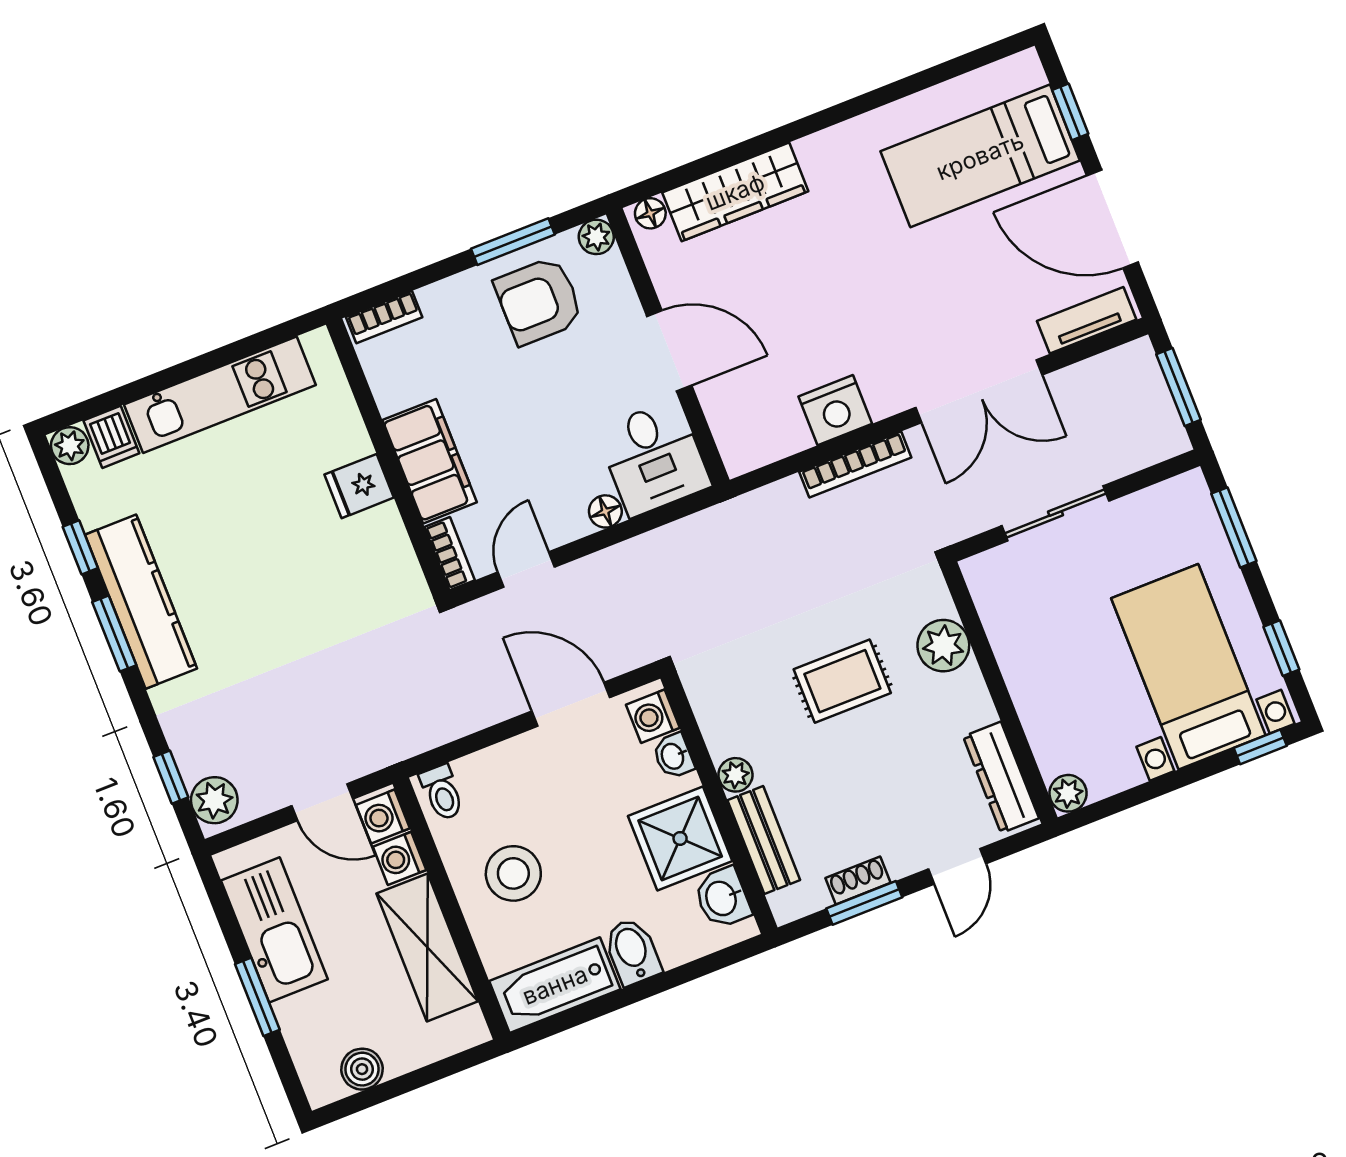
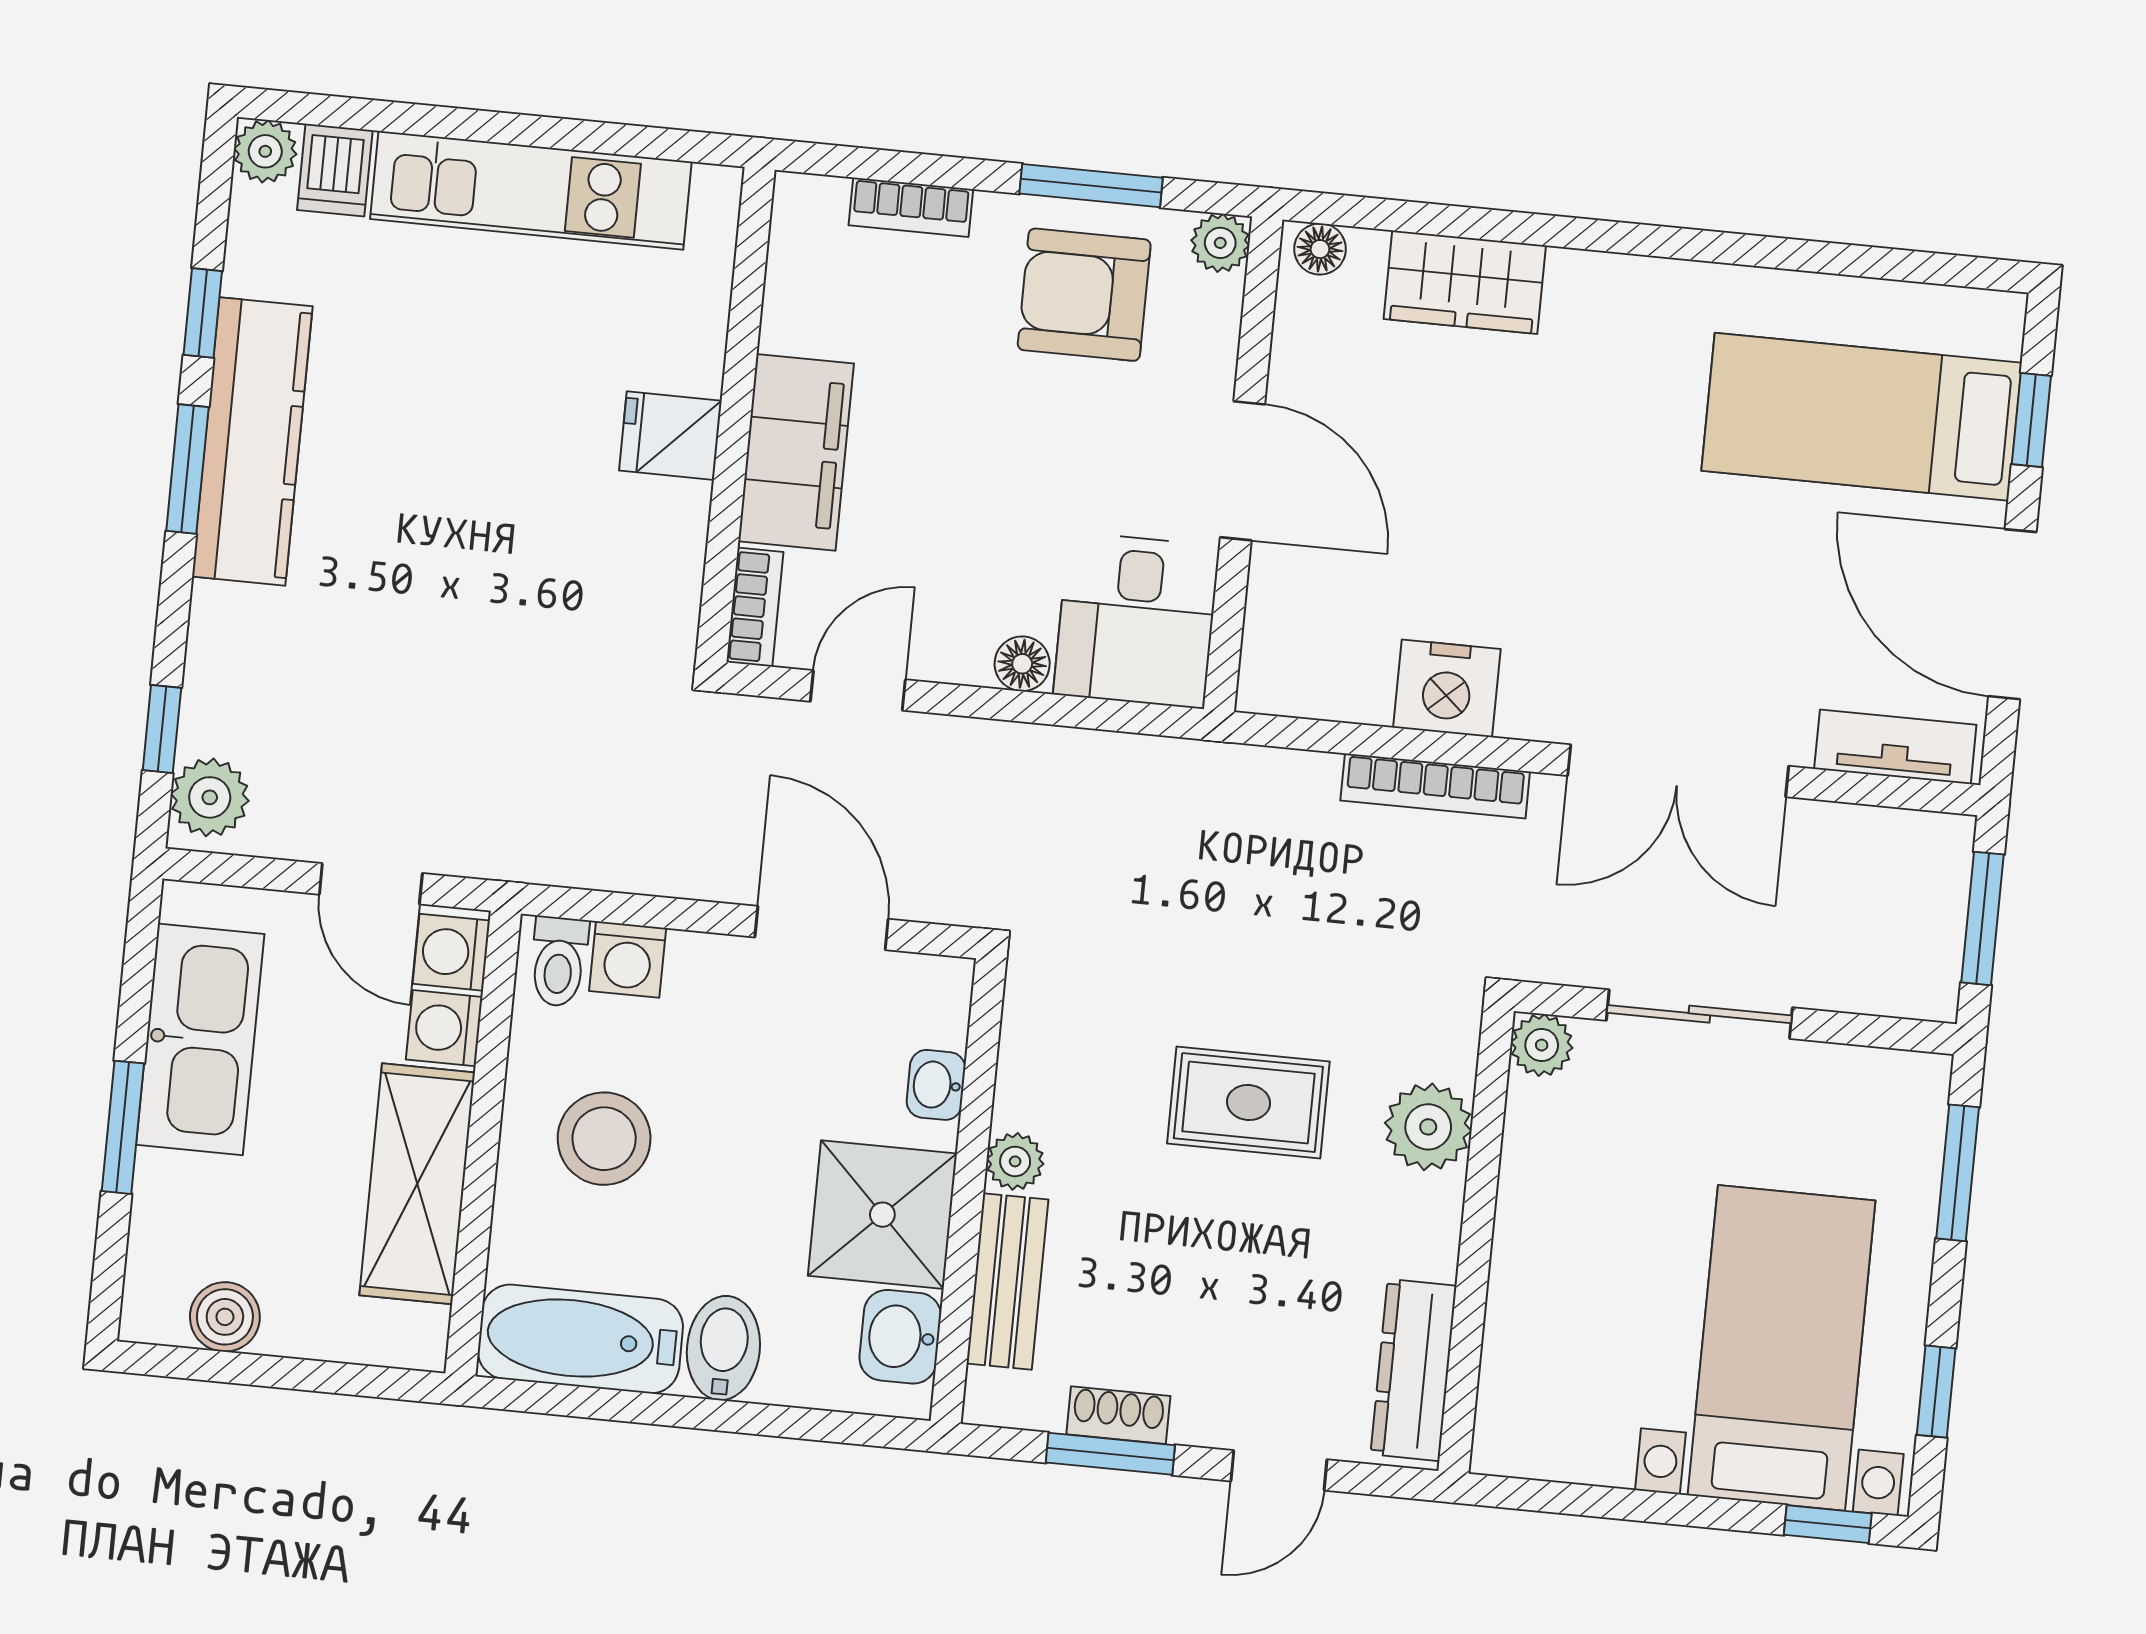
wardrobe: (735, 192) -> (1465, 282), width x0.67
bookcase: (384, 317) -> (911, 207), moved
washing machine: (653, 716) -> (628, 959), moved, turned -90
plant: (1068, 793) -> (1542, 1045), moved

